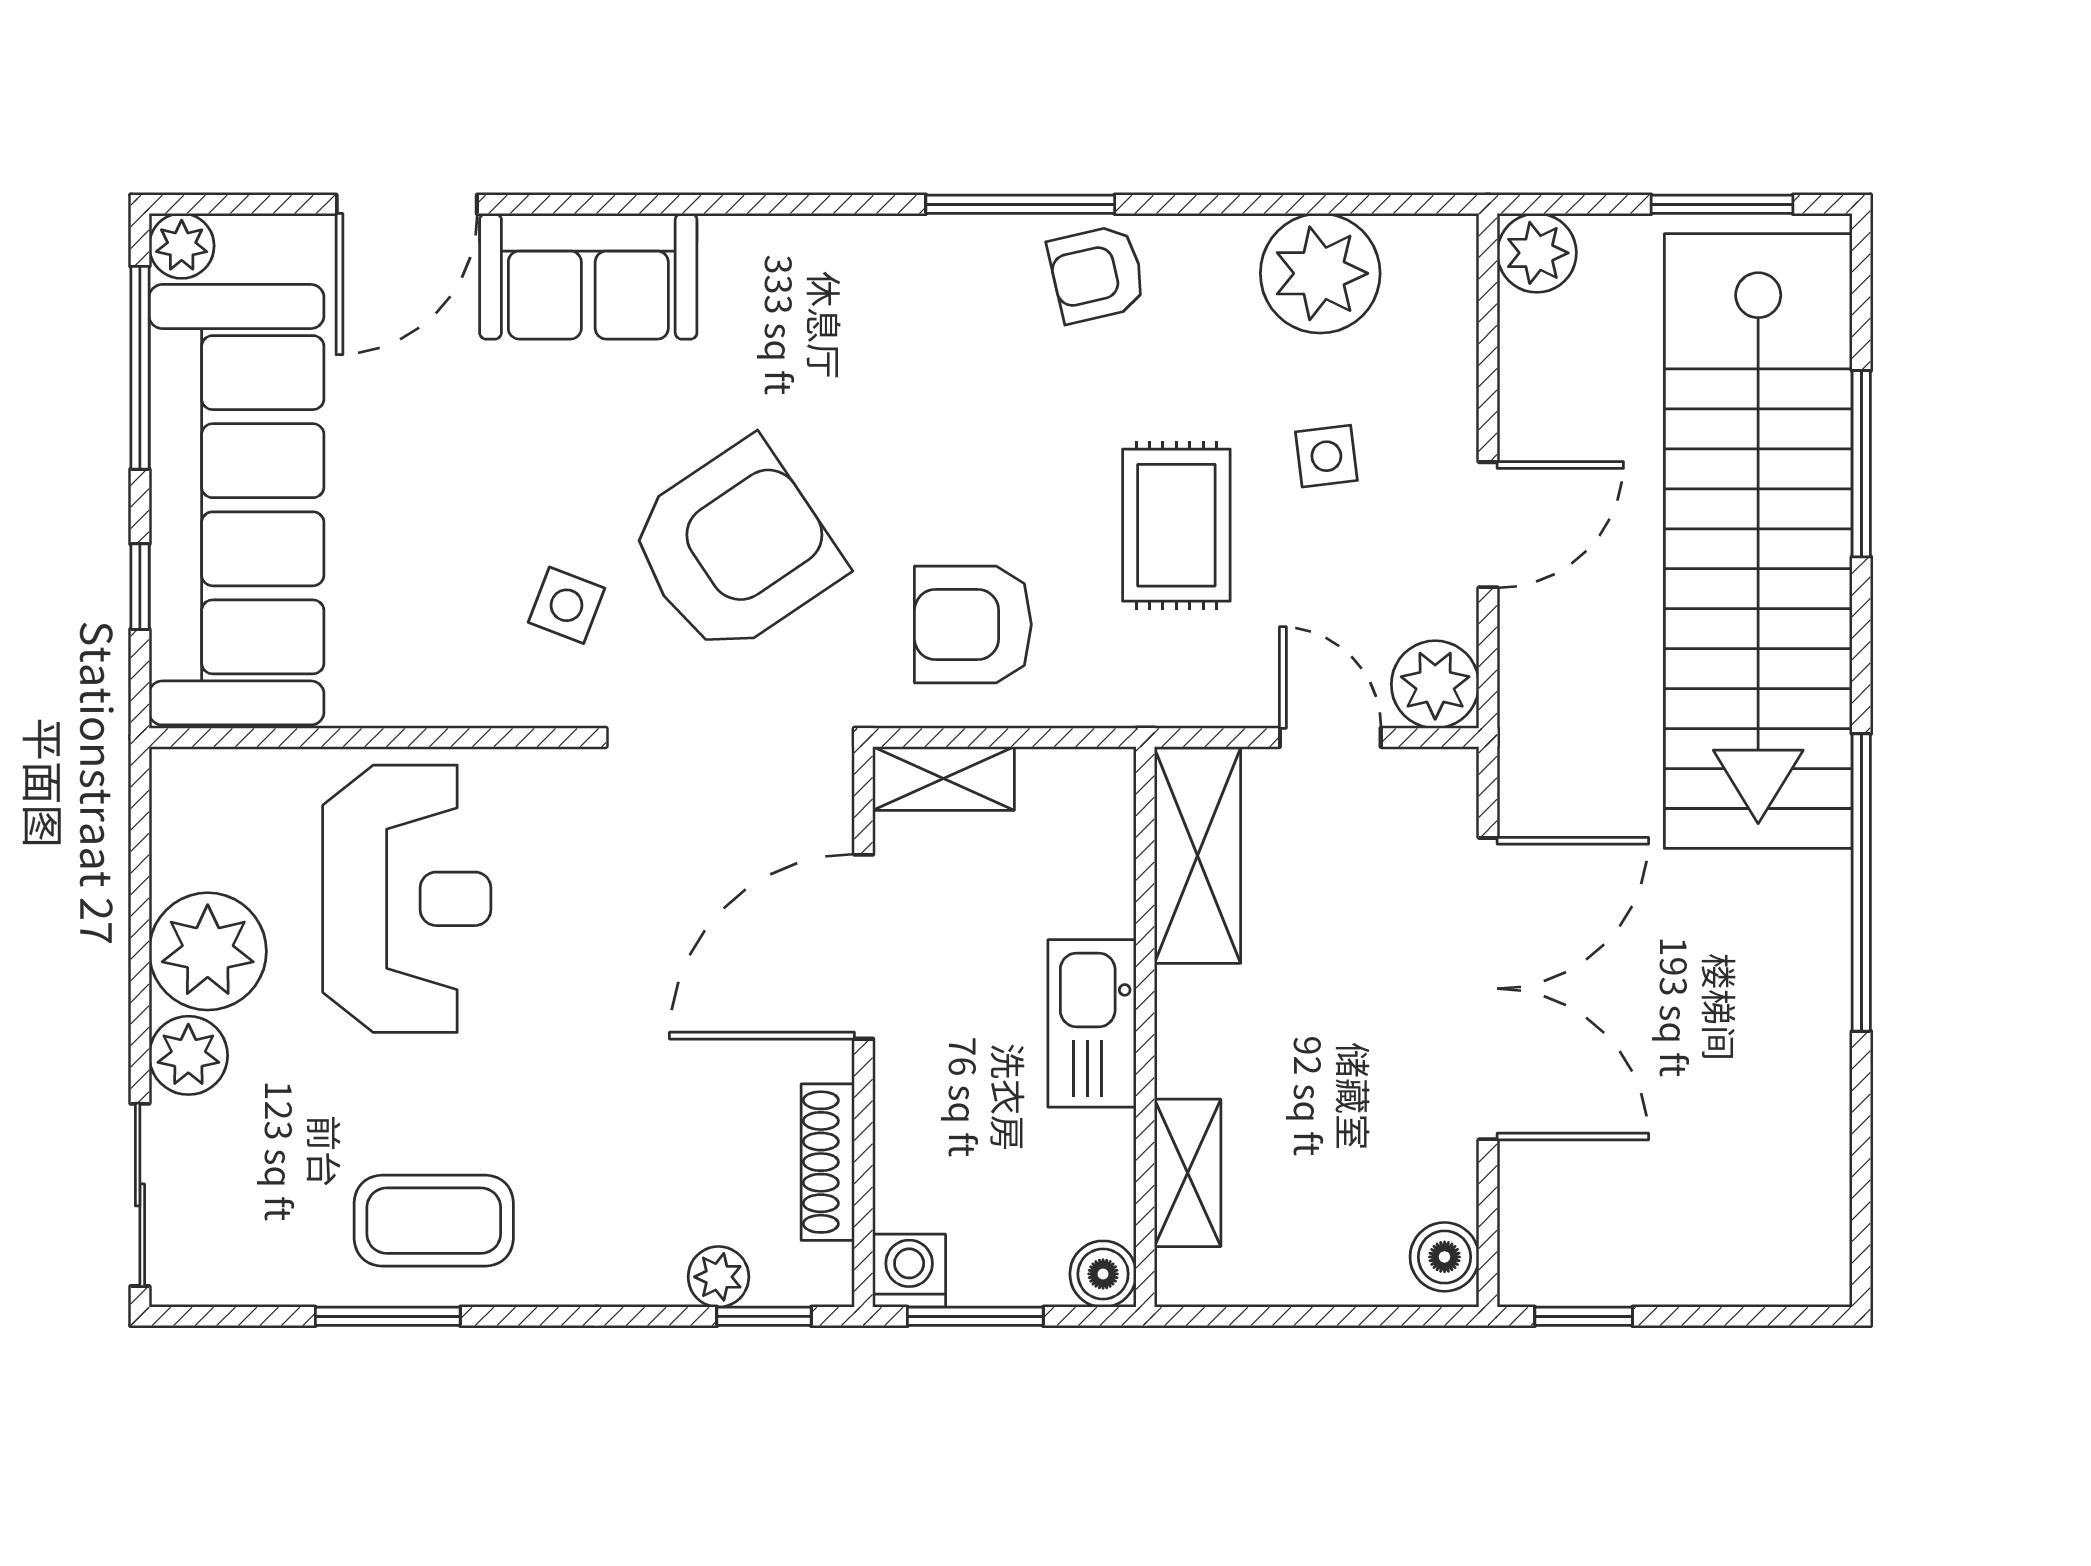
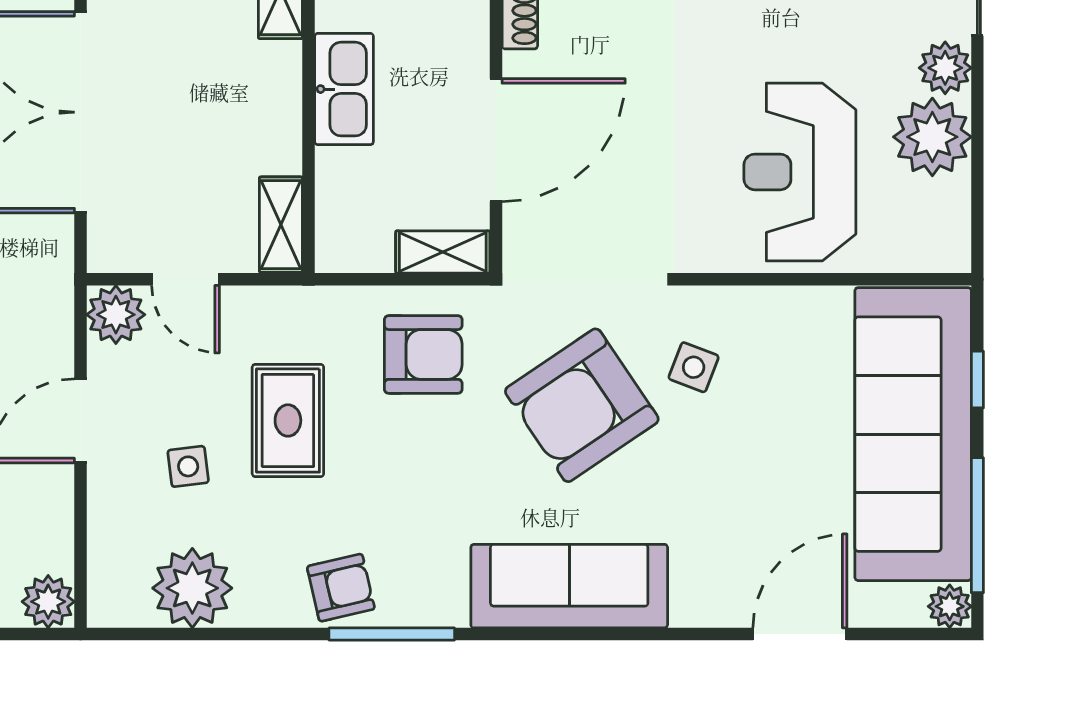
sofa: (588, 276) -> (569, 586), moved, width x1.36
shelving: (1198, 856) -> (281, 225), width x0.67, depth x0.75

